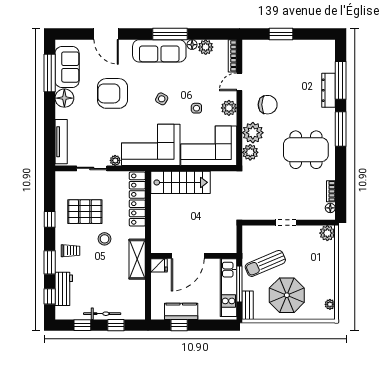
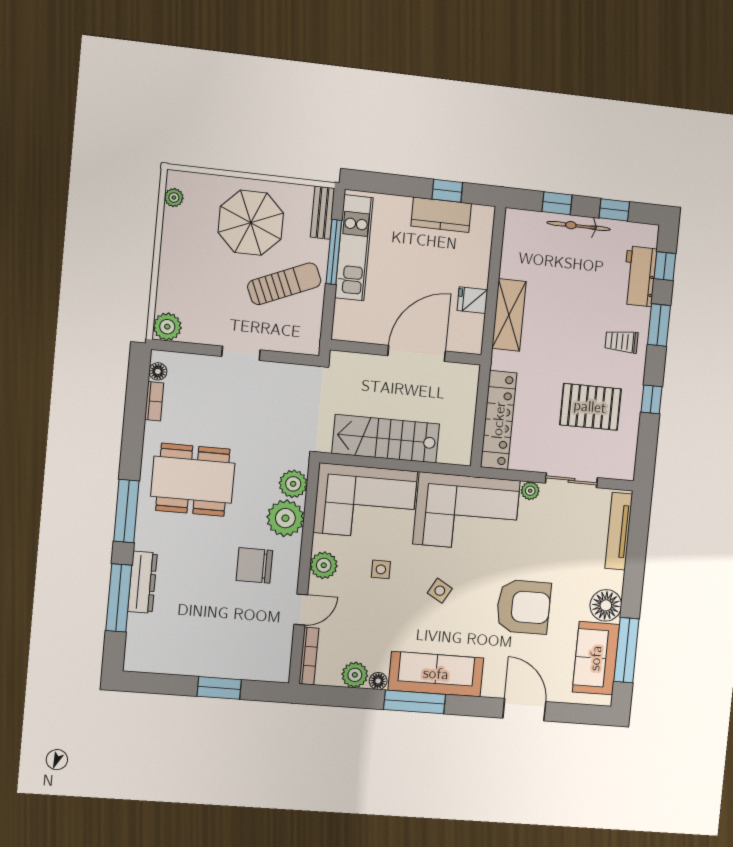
stairs: (180, 182) -> (386, 439), moved
stool: (105, 239) -> (562, 356), removed
door: (188, 256) -> (417, 353), moved
wall: (194, 256) -> (406, 352), moved

